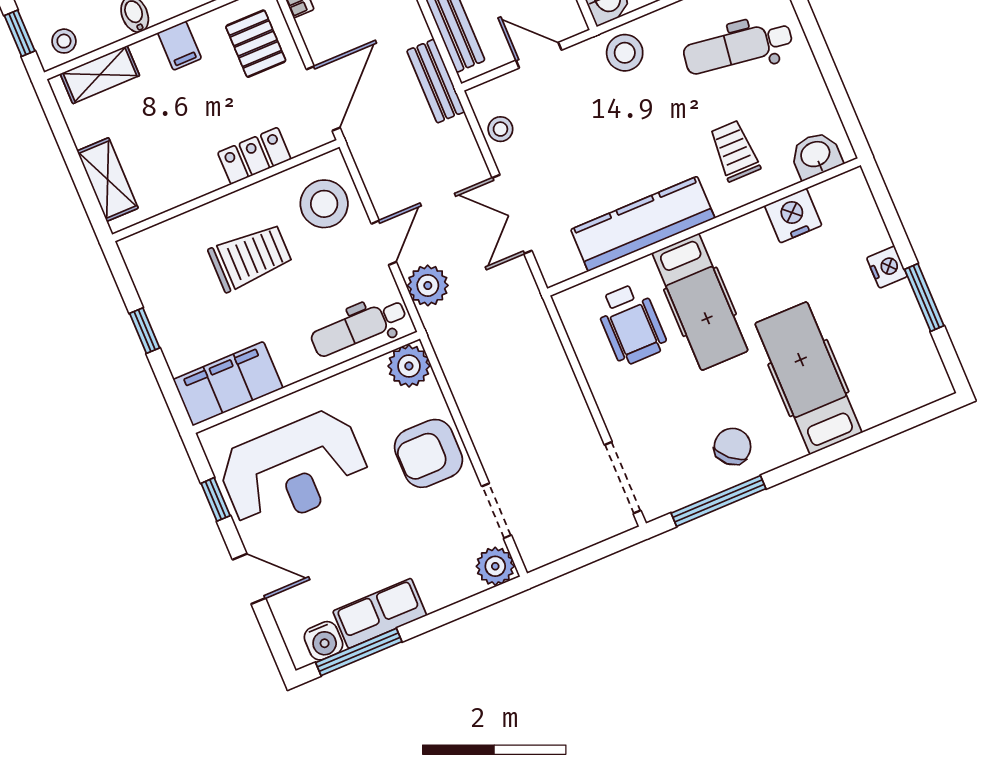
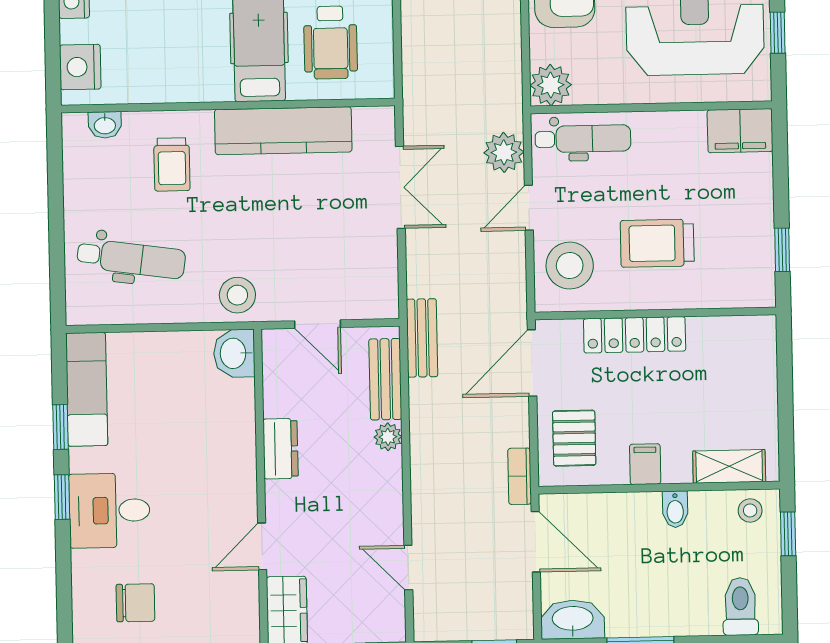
stool: (500, 129) -> (380, 270), removed
washbasin: (816, 155) -> (105, 125), width x0.72, depth x0.69
locker: (254, 156) -> (635, 335), width x1.53
shelving: (108, 180) -> (760, 367), removed
nightstand: (793, 216) -> (80, 67), moved, turned 90
wheelchair: (631, 324) -> (331, 43), turned 180
window: (145, 331) -> (782, 250), moved
filing cabinet: (228, 384) -> (740, 131), width x0.67, depth x0.86

